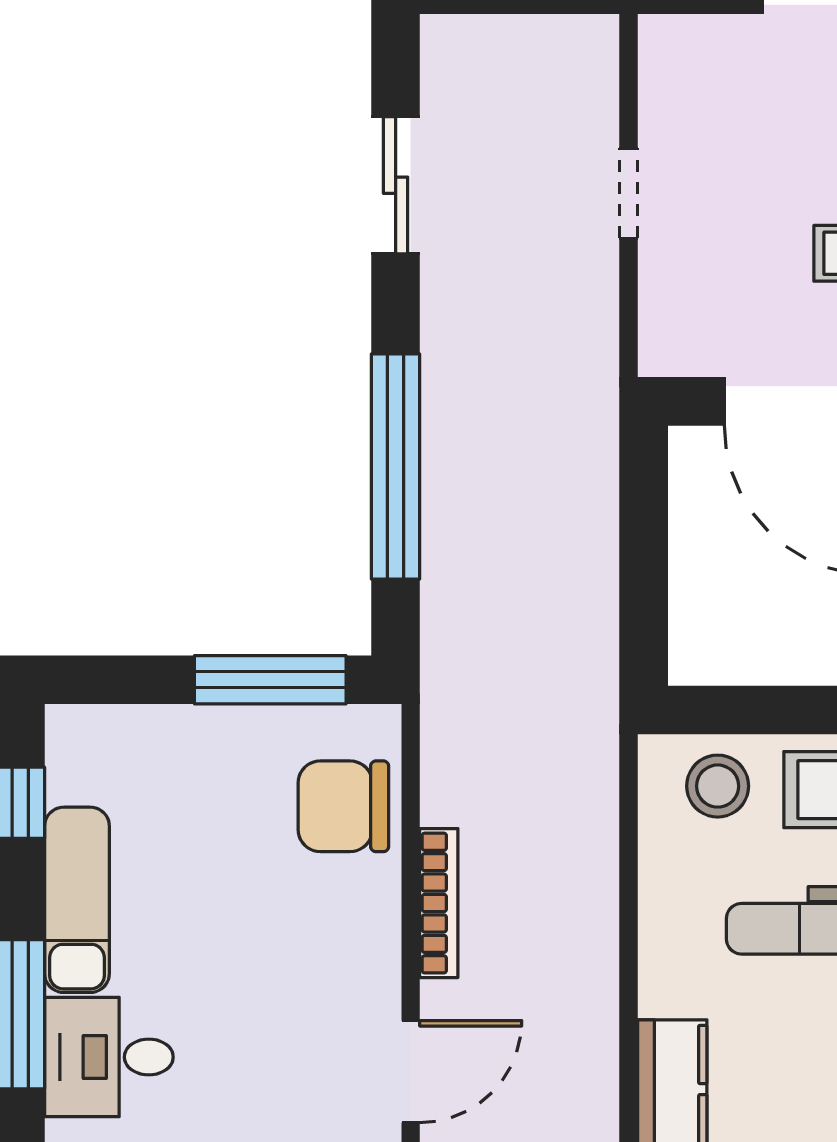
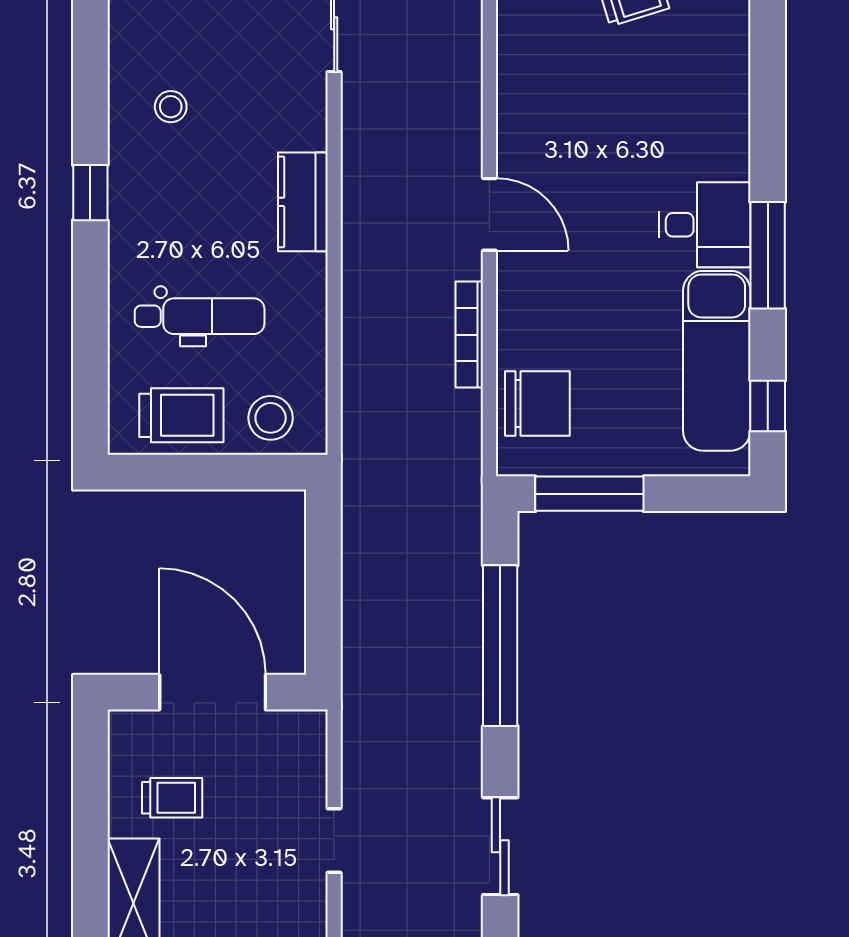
exam couch: (77, 900) -> (717, 361), width x1.36, depth x1.45
door: (411, 1072) -> (489, 214), swing flipped

